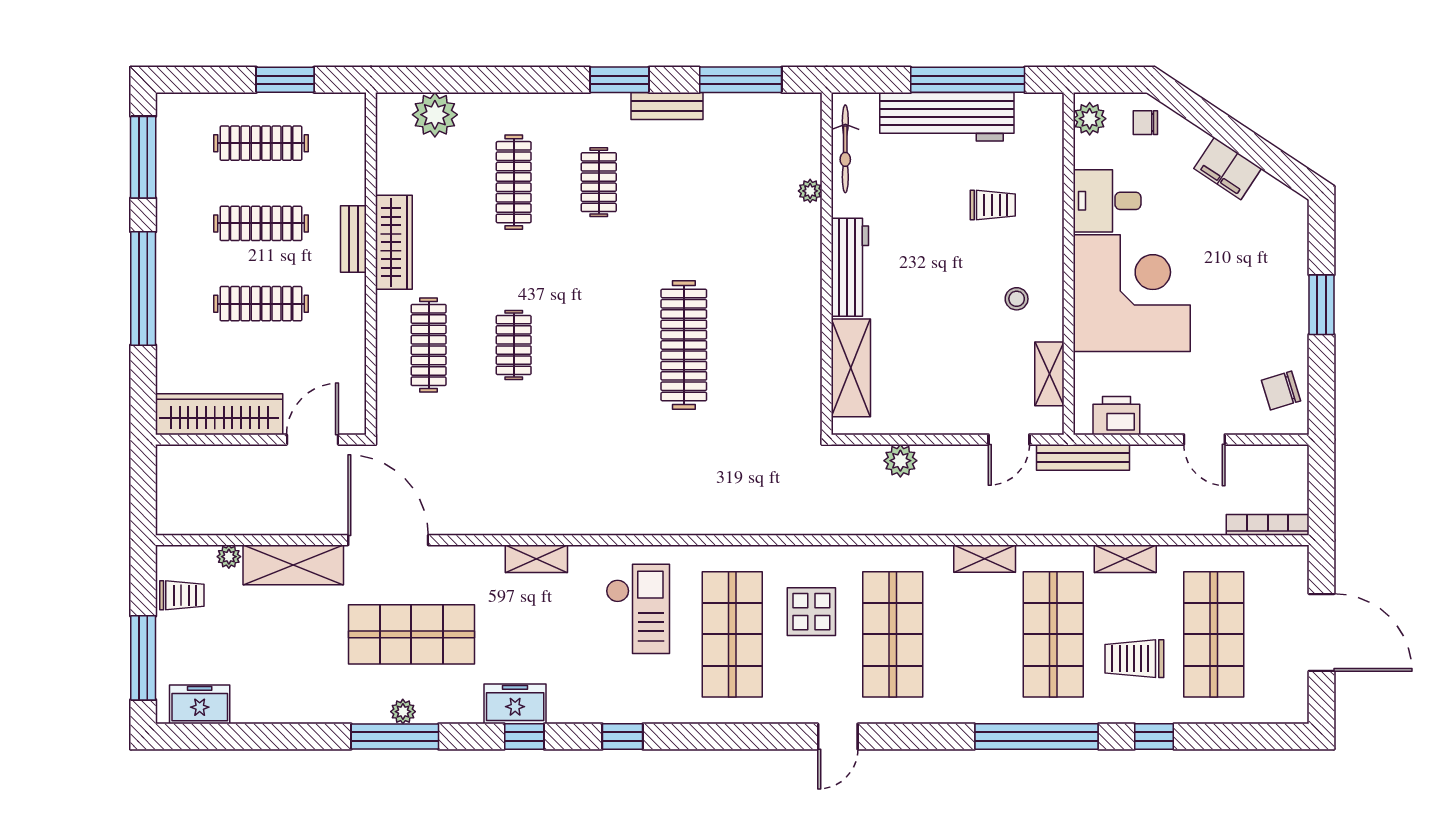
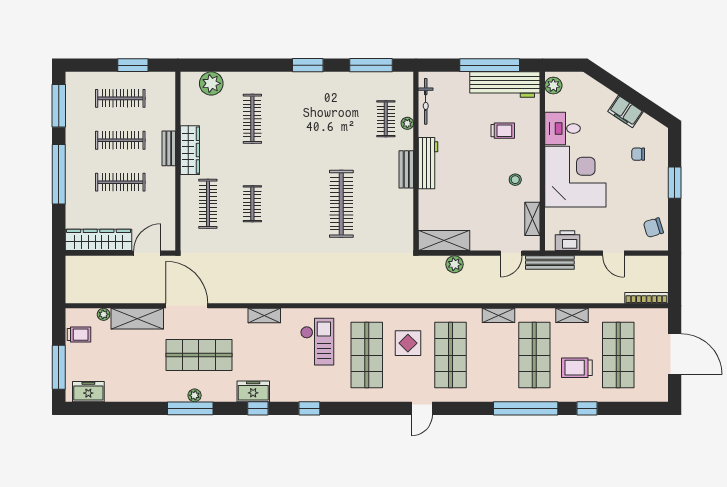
bench: (667, 106) -> (406, 169), moved, turned 90
workbench: (947, 117) -> (505, 85), moved
chair: (1145, 123) -> (638, 154), moved
clothes rail: (599, 182) -> (386, 119), moved
shelving: (851, 368) -> (444, 241), moved, turned 90

